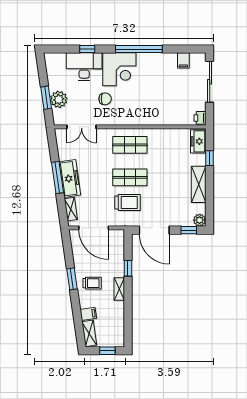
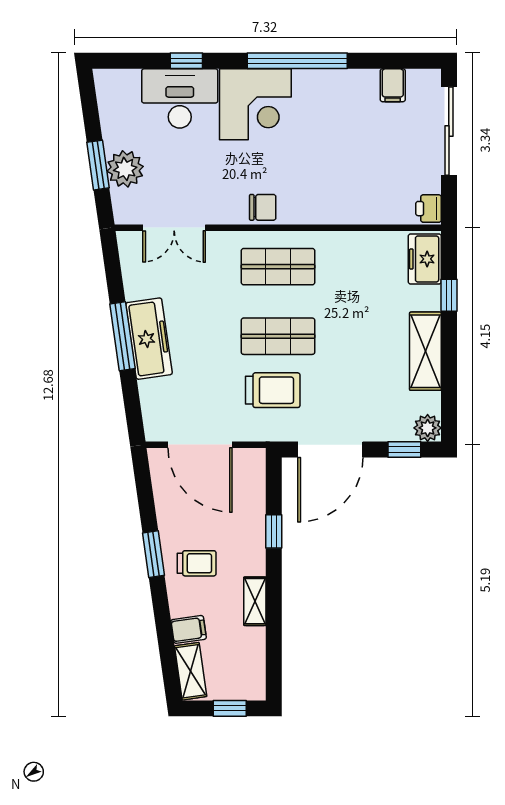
chair: (105, 99) -> (263, 207), moved
shelving: (71, 209) -> (151, 404), removed
door: (154, 230) -> (330, 449), hinge flipped
shelving: (119, 289) -> (255, 601), moved

